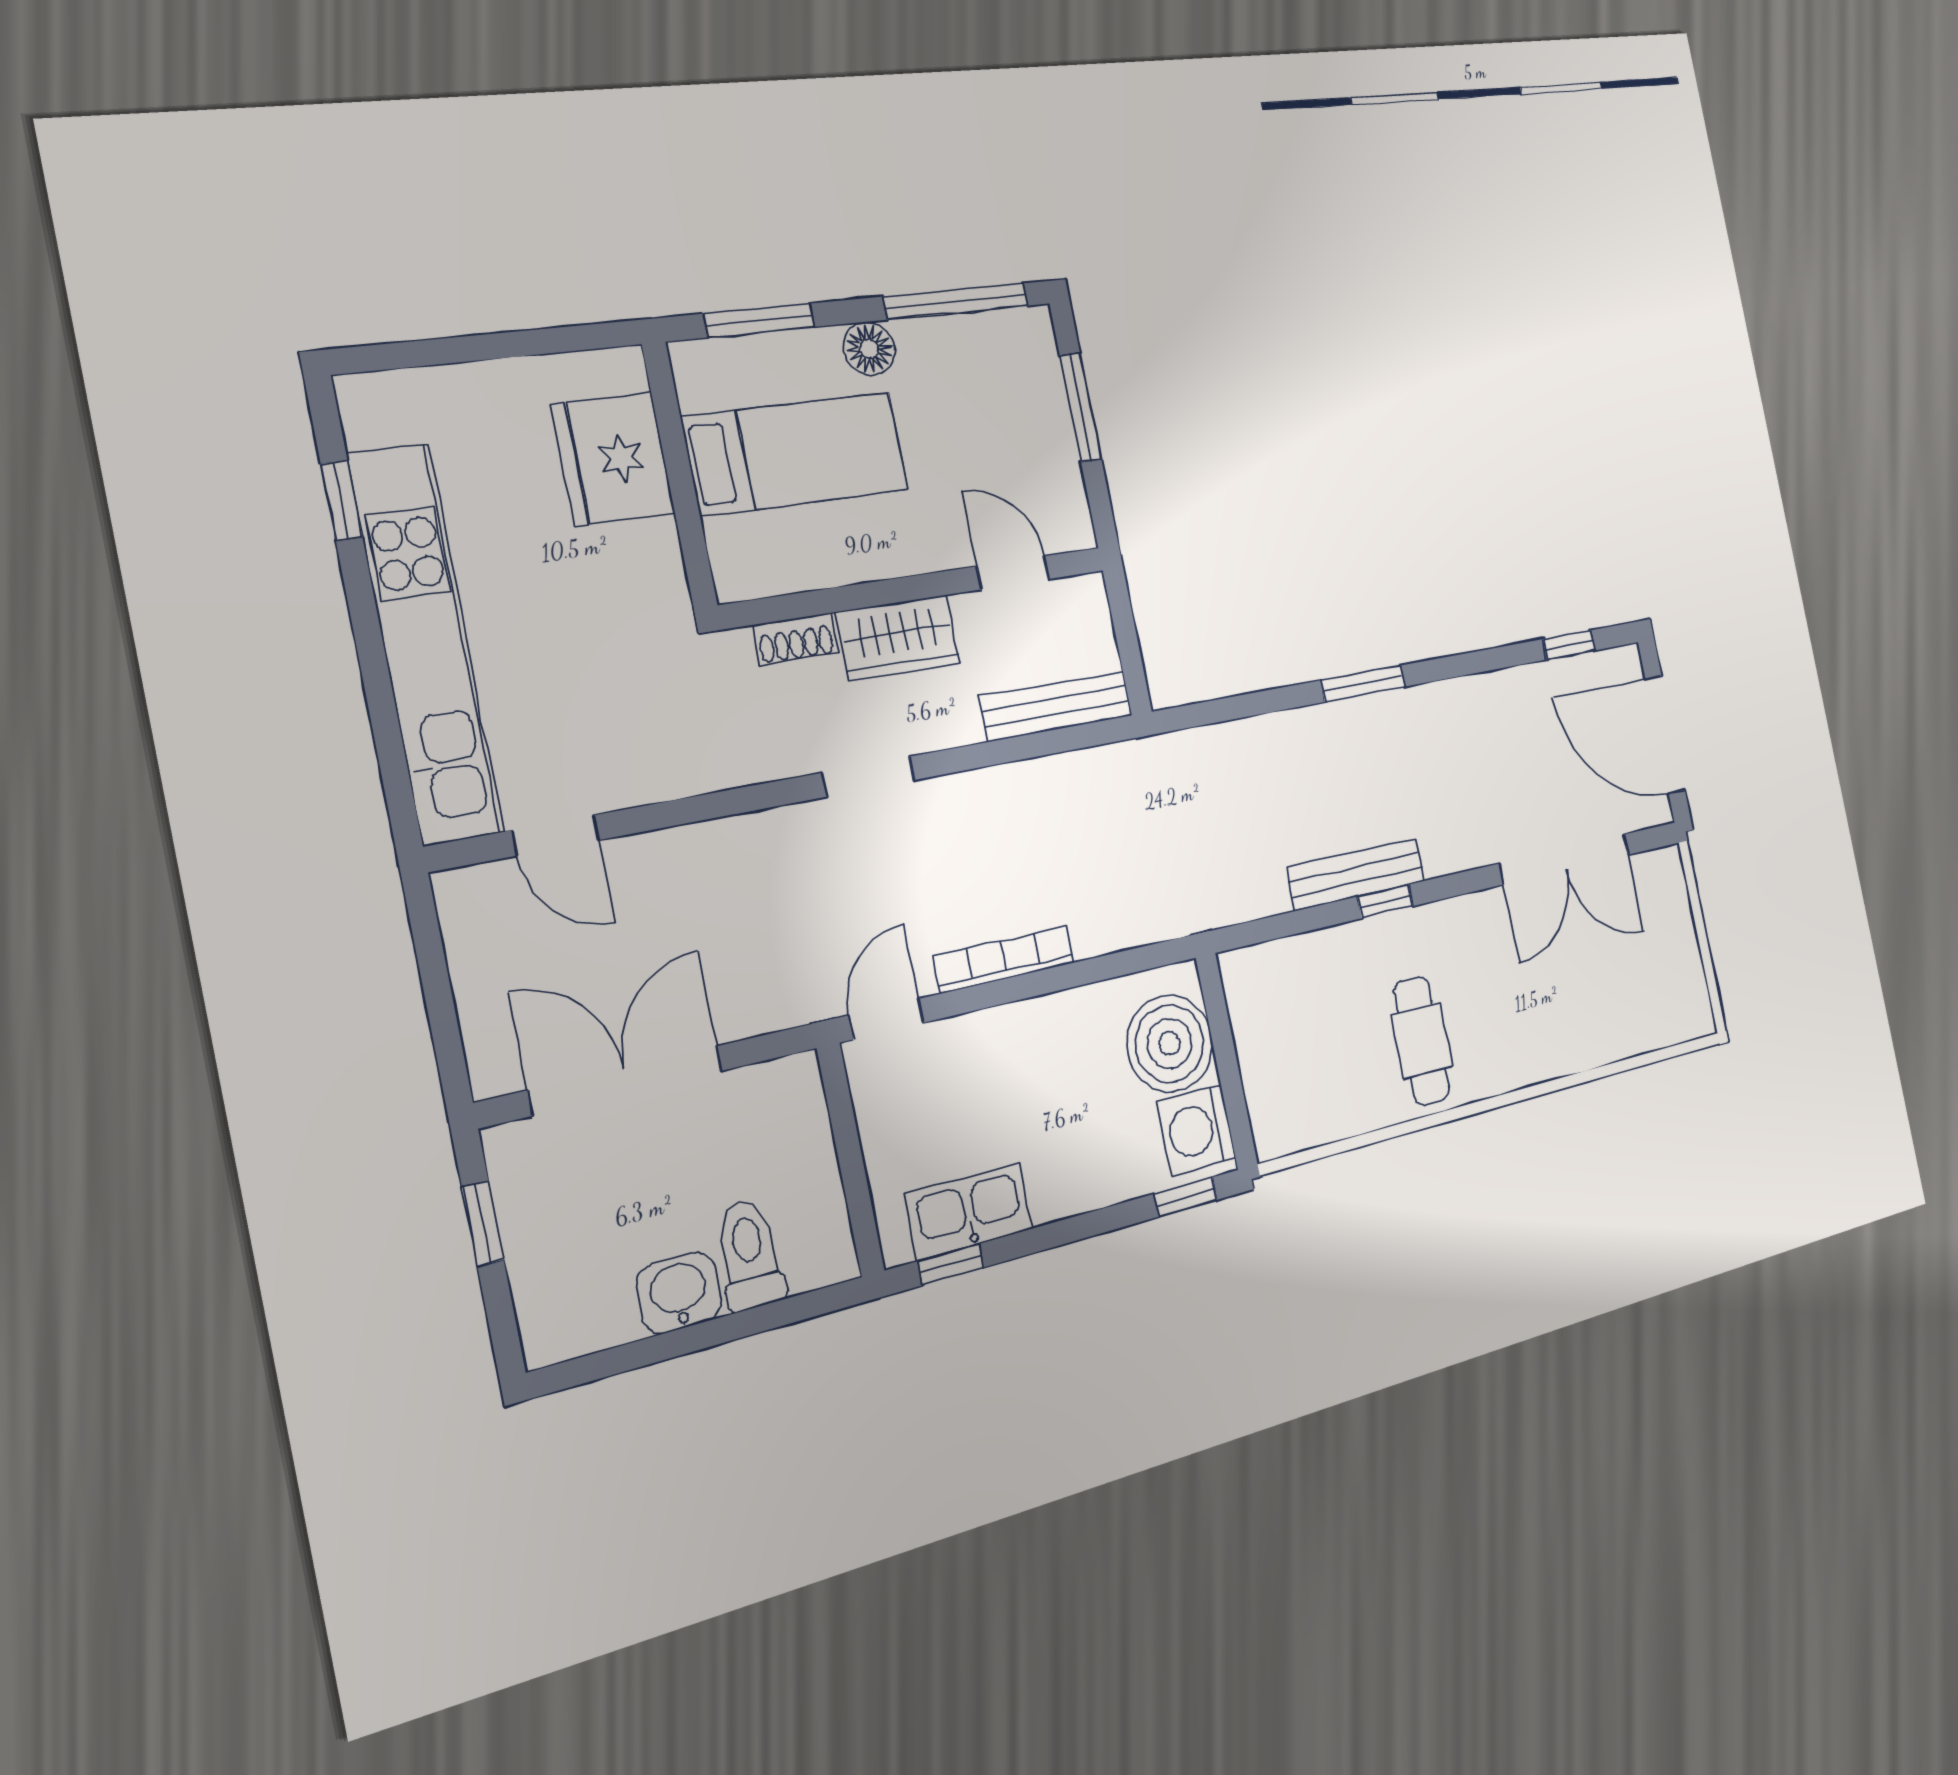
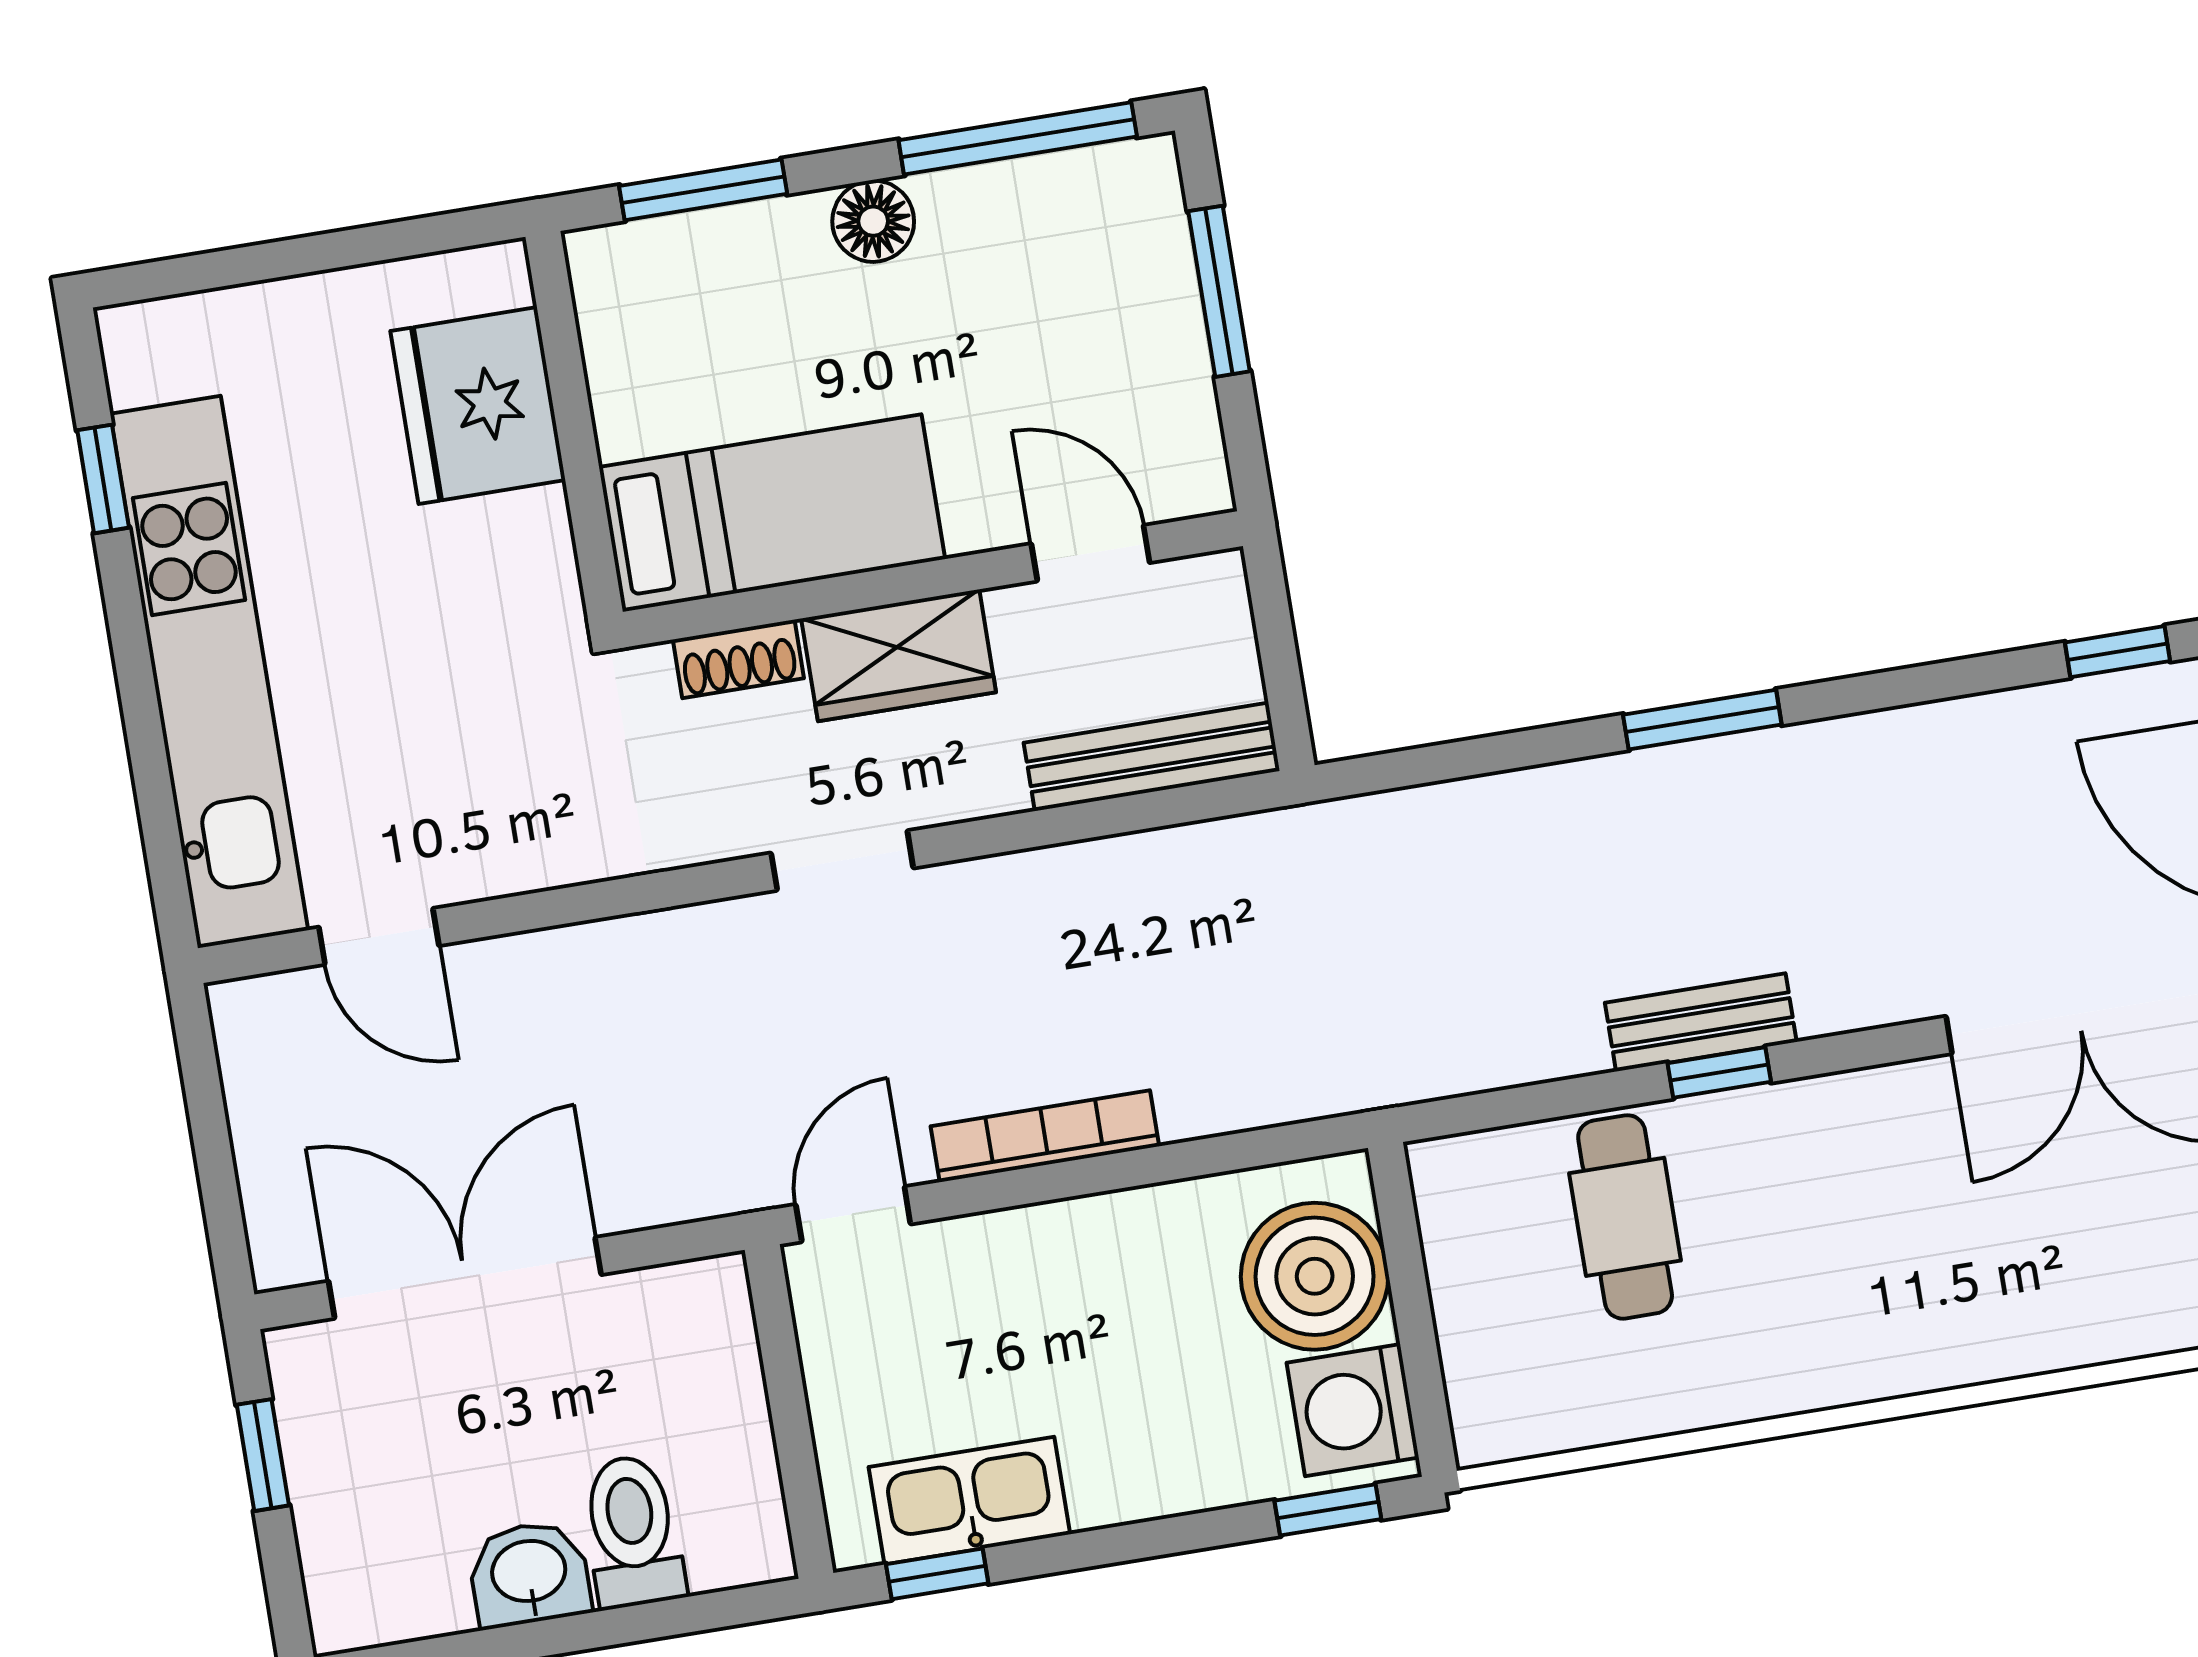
bed: (796, 454) -> (772, 513), moved
bench: (1356, 874) -> (1701, 1022), width x0.73
cafe table: (1421, 1041) -> (1625, 1217), moved

